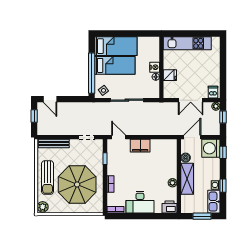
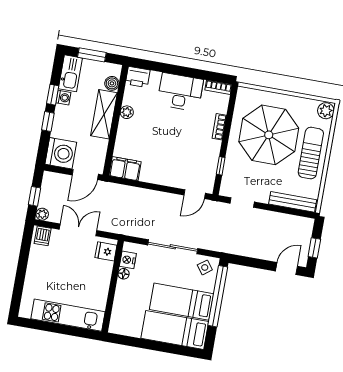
nightstand: (155, 67) -> (128, 260), moved
fridge: (170, 75) -> (106, 251), moved
door: (50, 99) -> (287, 269), hinge flipped
door: (119, 137) -> (195, 194), hinge flipped
filing cabinet: (140, 146) -> (125, 169), moved
window: (223, 152) -> (48, 122), moved
boiler: (186, 158) -> (112, 83), moved

